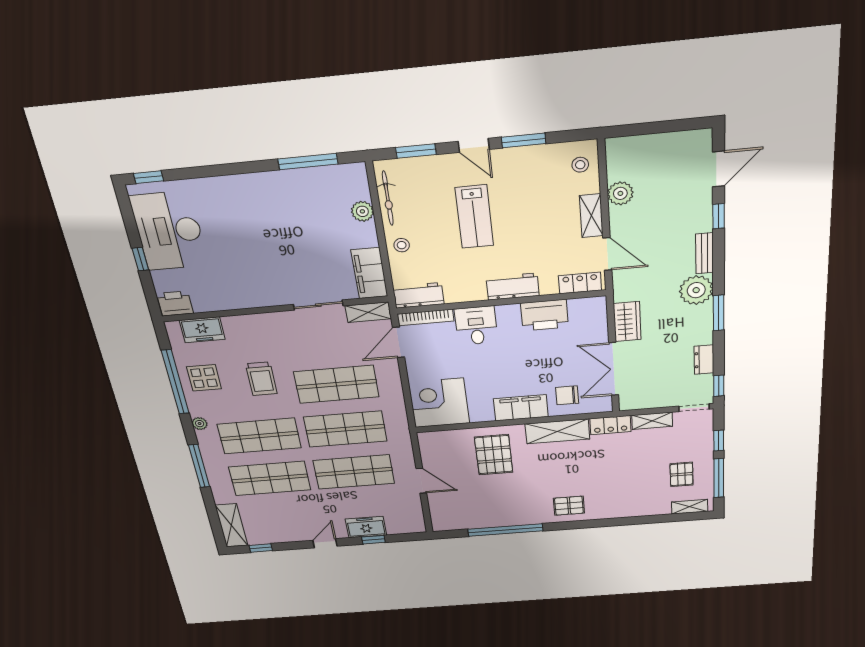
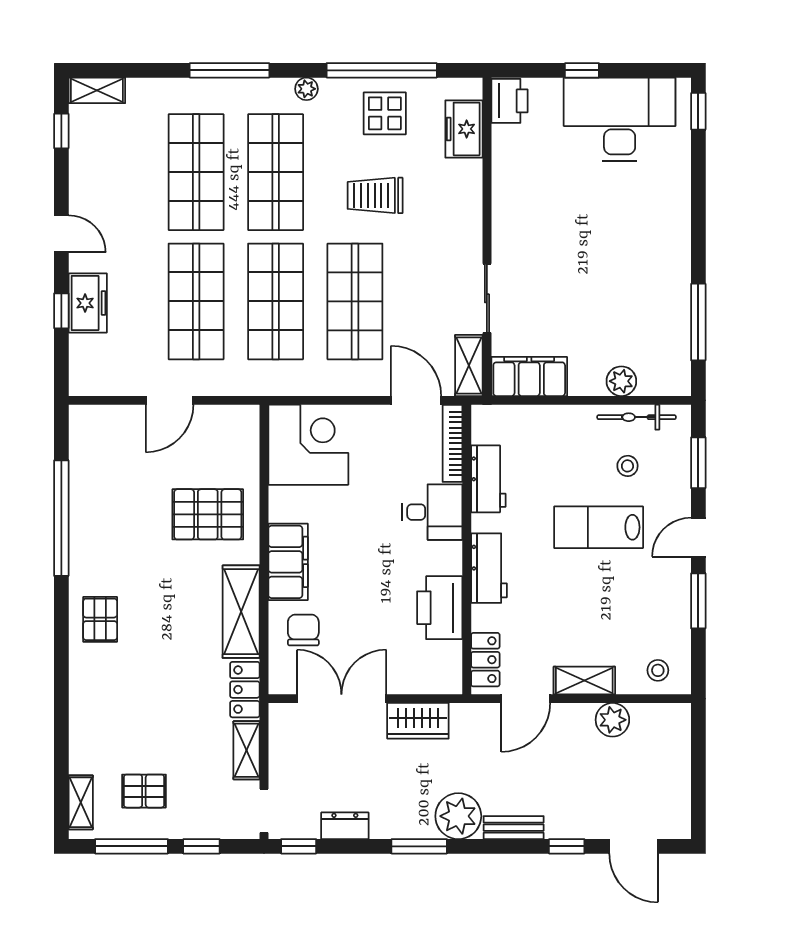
stool: (402, 245) -> (627, 466), moved
workbench: (418, 295) -> (488, 479), moved
shelving: (231, 525) -> (97, 90), width x0.67, depth x0.75

